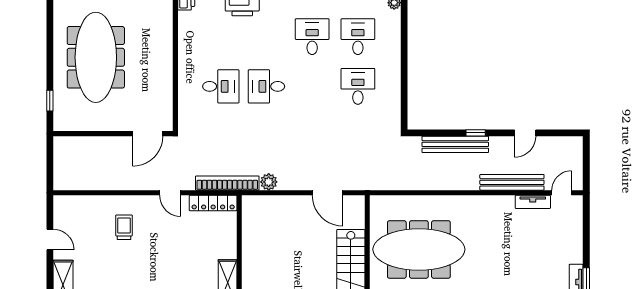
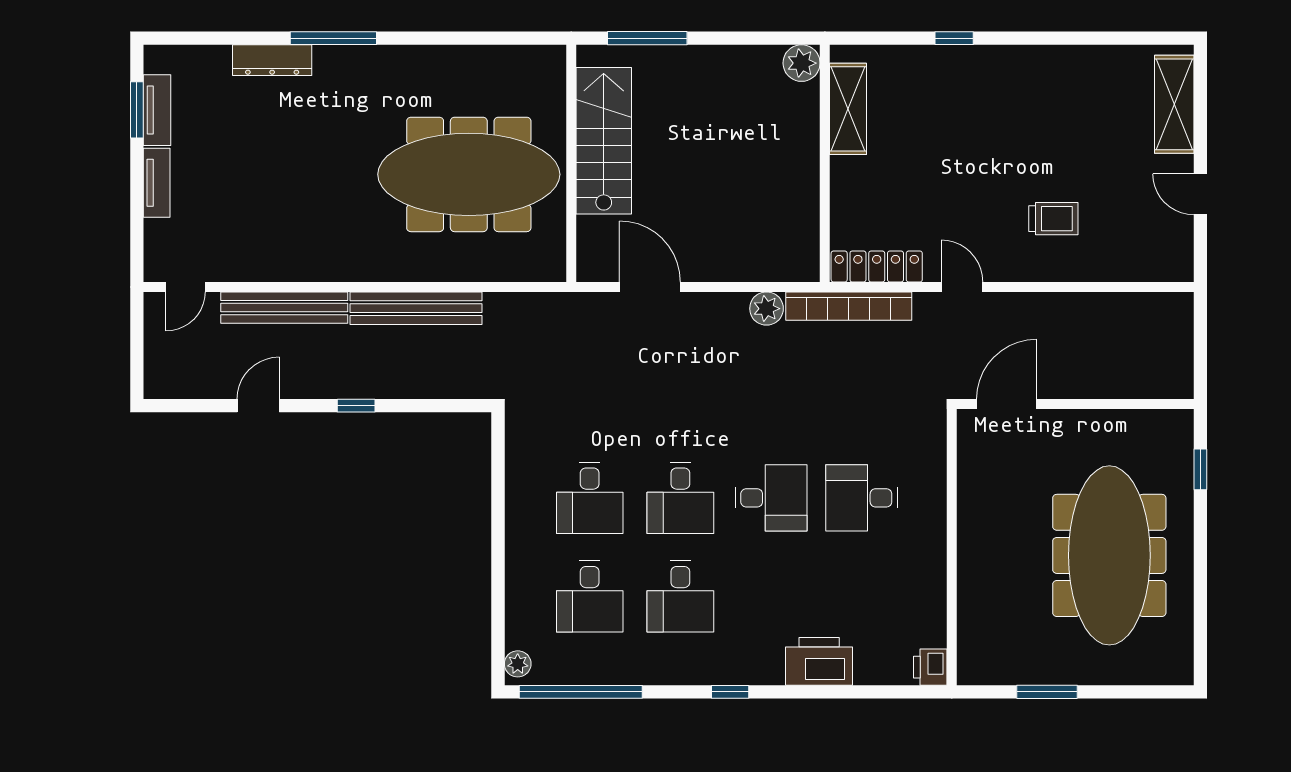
desk: (312, 86) -> (680, 498), added
bench: (455, 144) -> (416, 308), moved
tv unit: (533, 202) -> (157, 183), moved, turned 90
trolley: (124, 227) -> (1053, 219), turned -90

